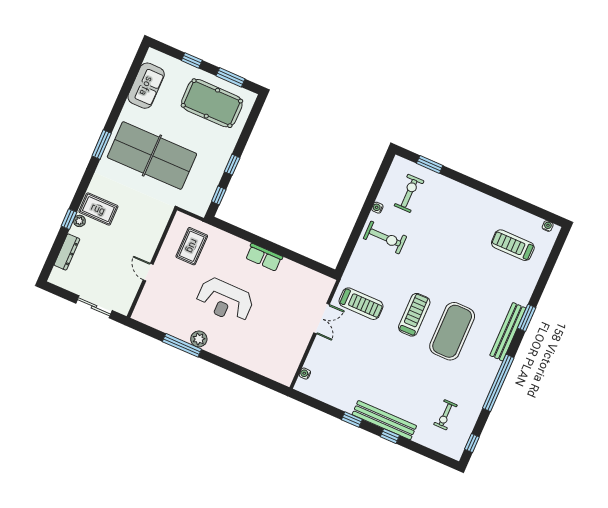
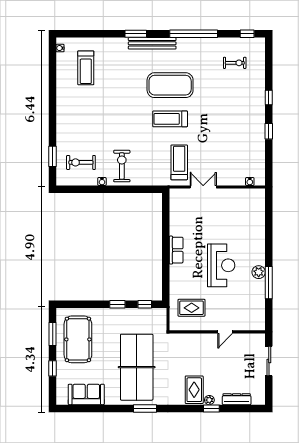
bench: (384, 420) -> (259, 107), removed

